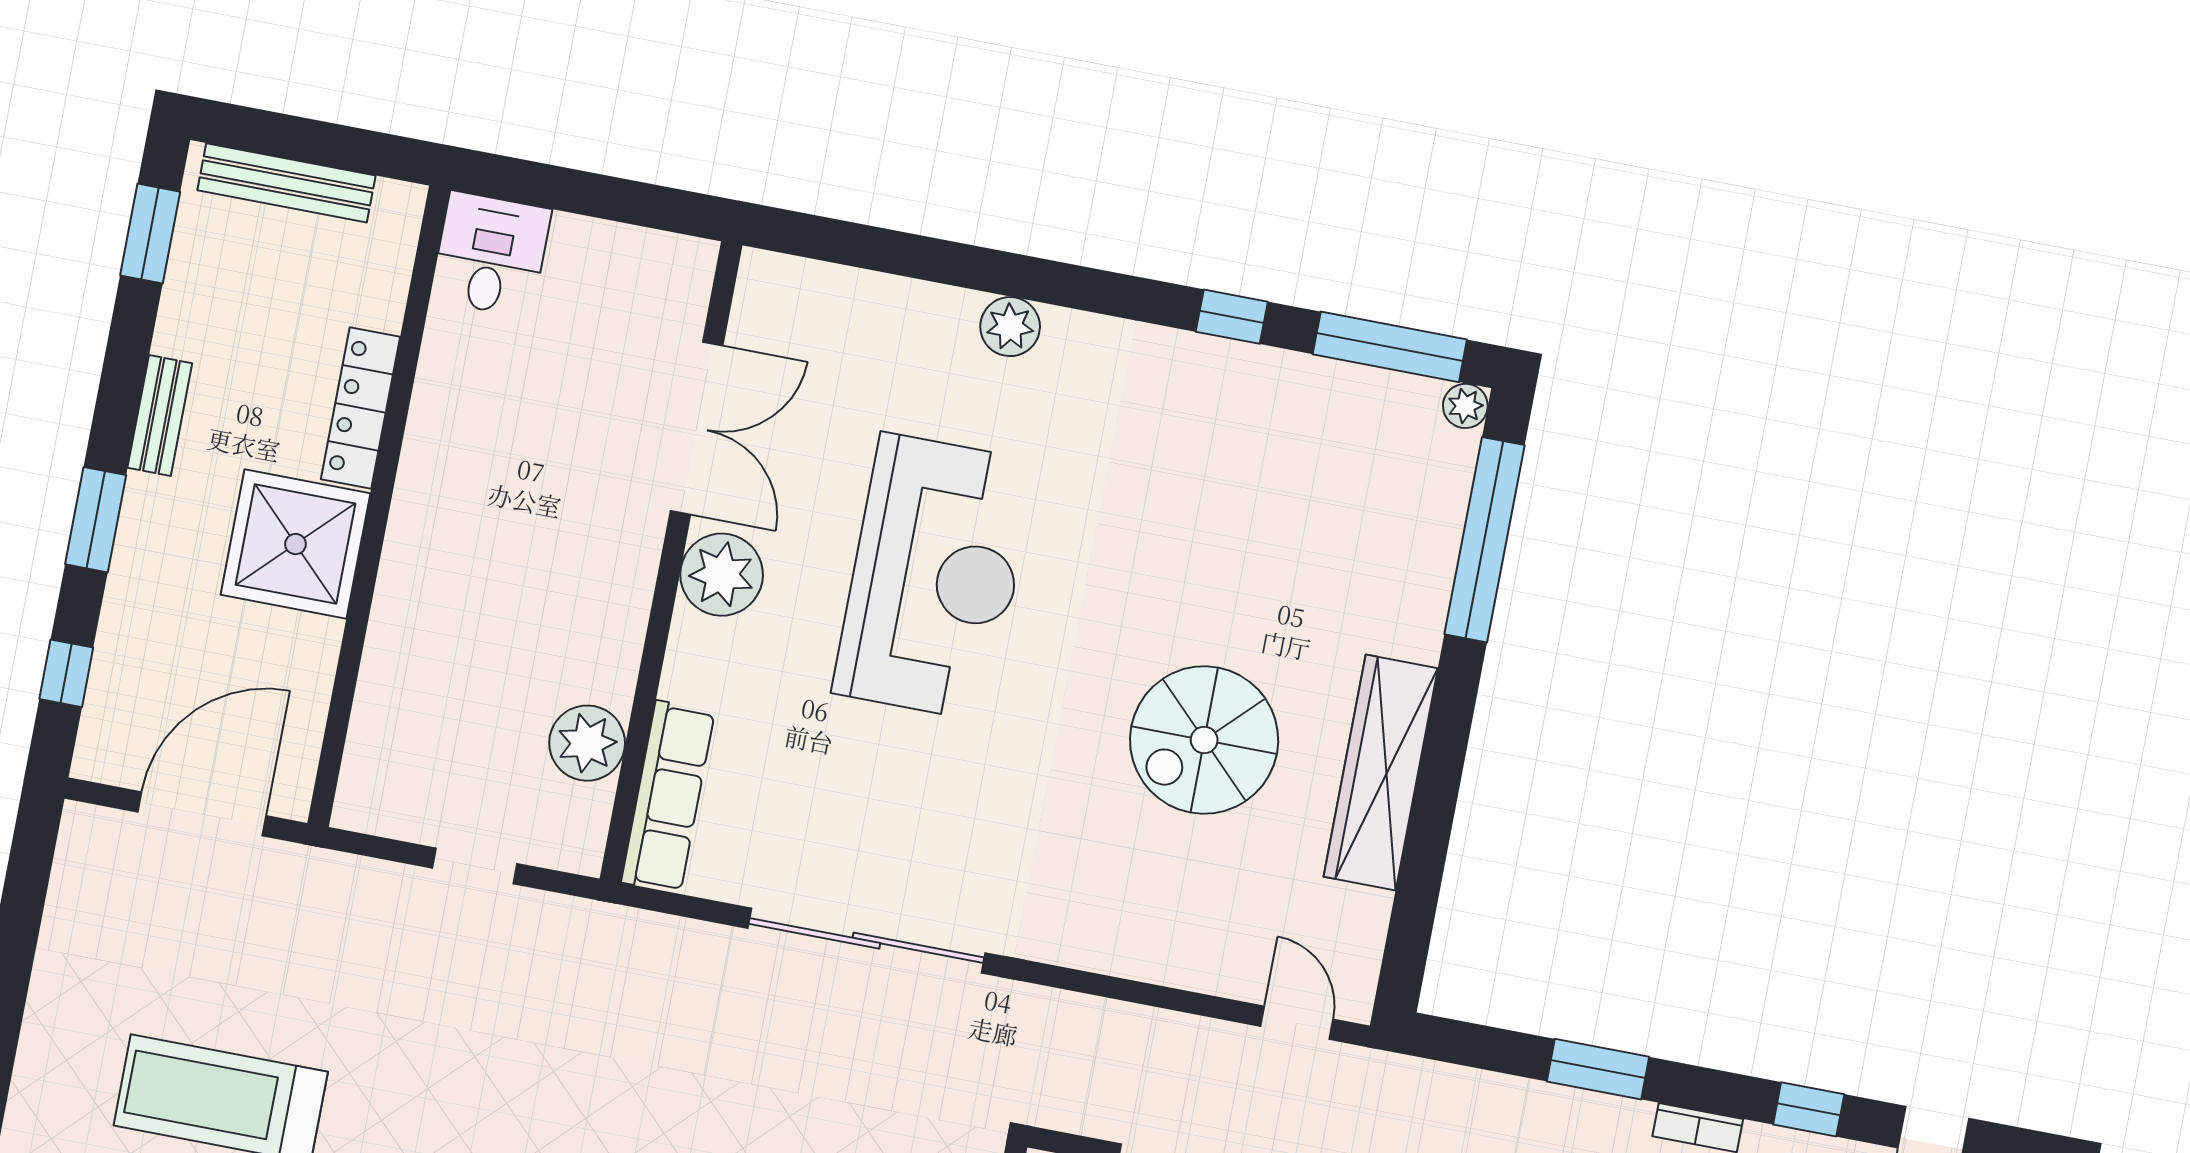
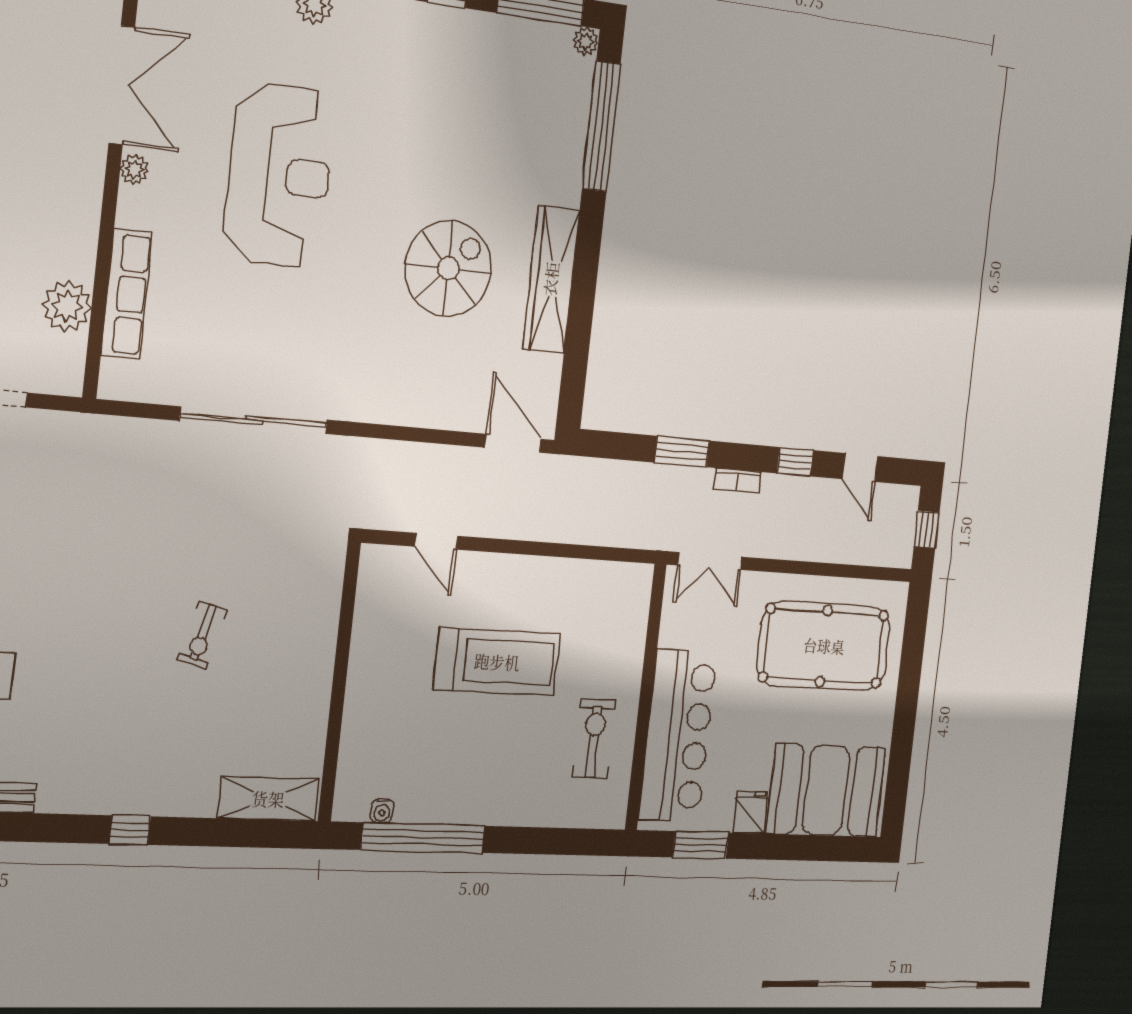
plant: (722, 575) -> (134, 169), width x0.53, depth x0.53
spiral stairs: (1204, 740) -> (448, 268), turned 180
row of seats: (668, 797) -> (127, 294), moved
door: (1297, 1023) -> (513, 443), width x1.38

